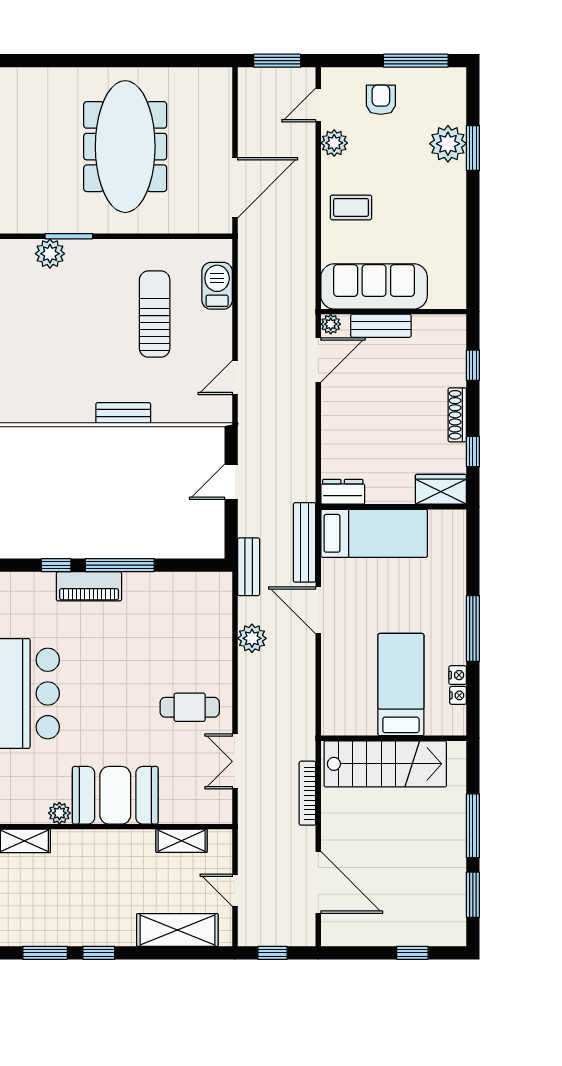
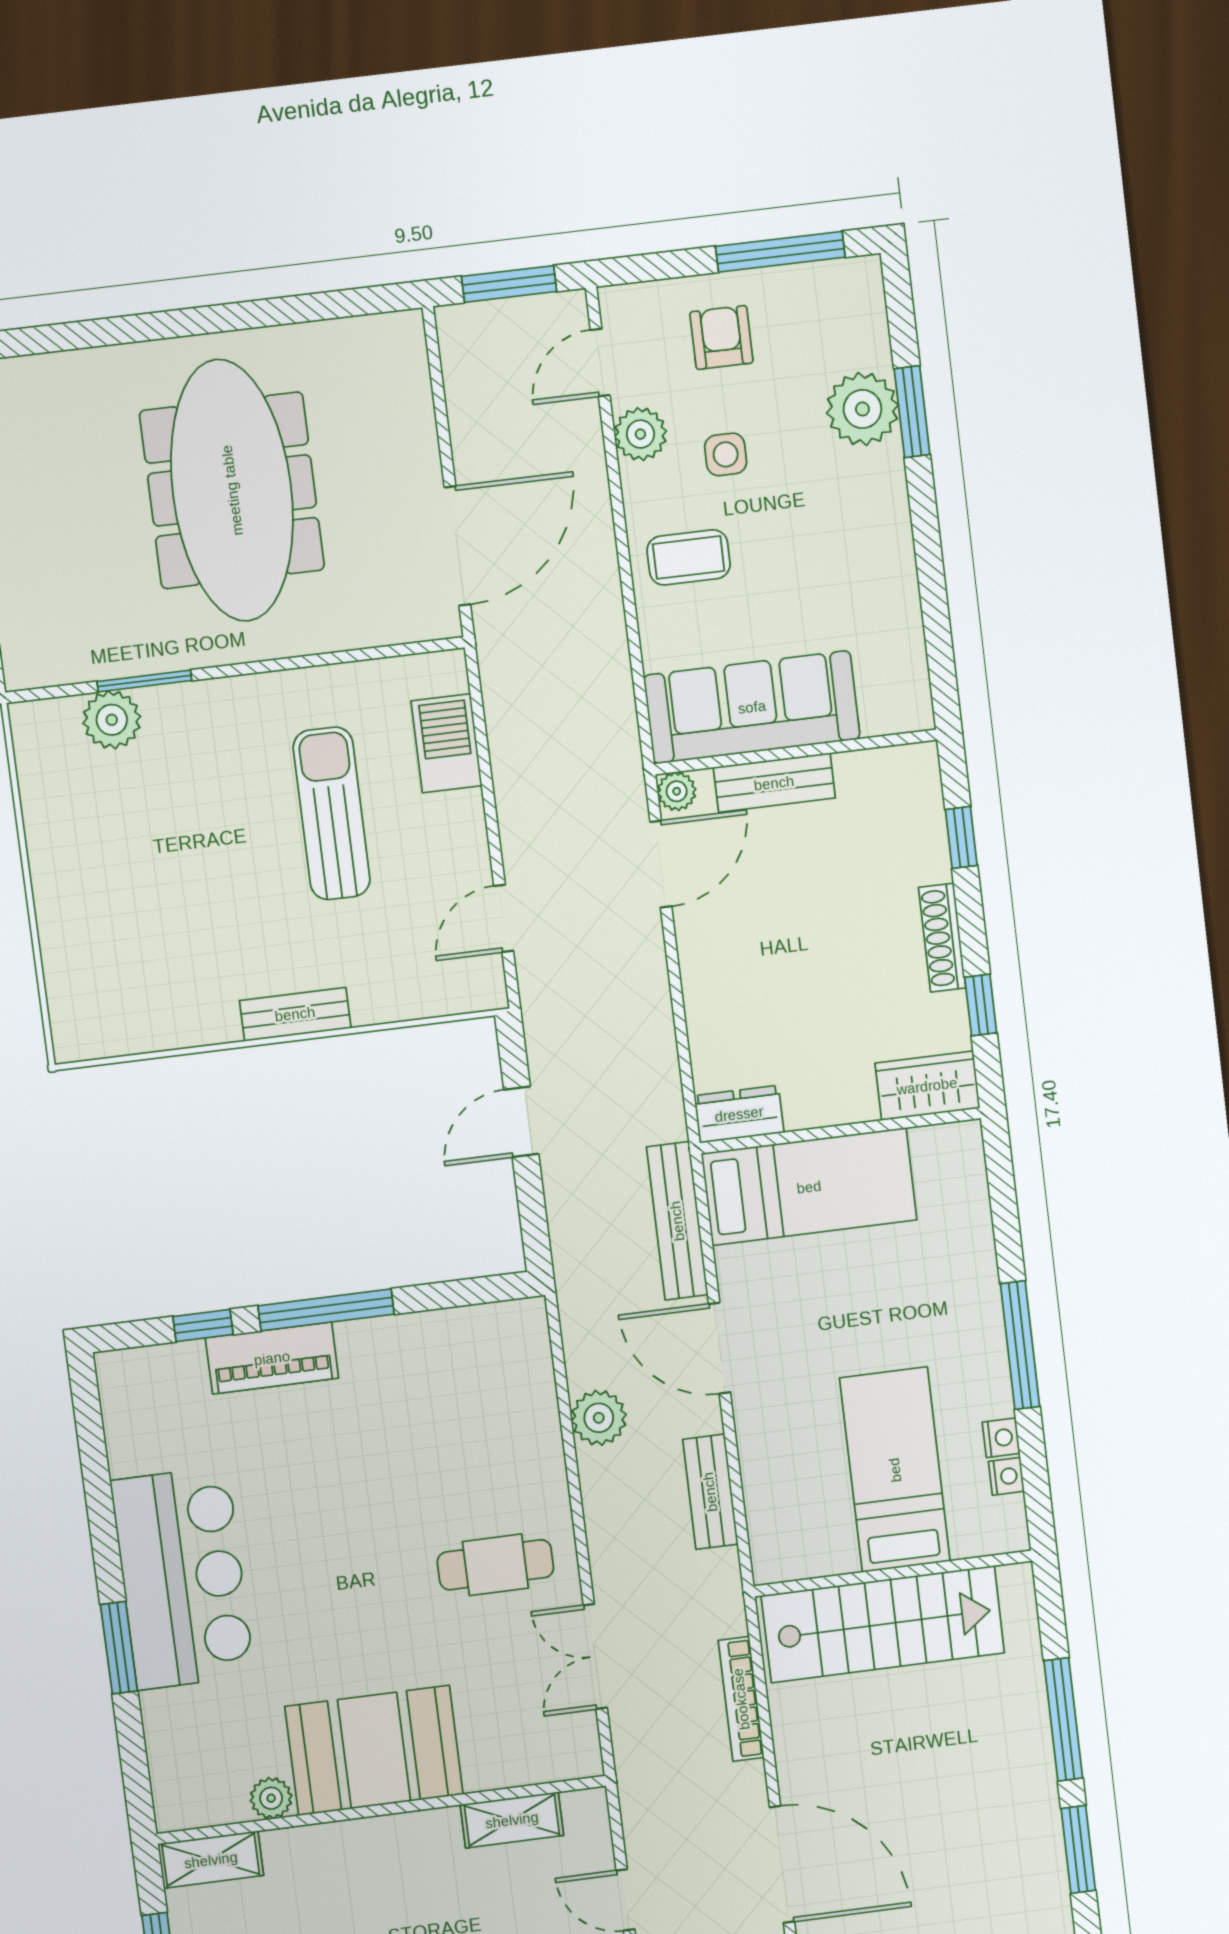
side table: (376, 158) -> (726, 454), added
bench: (249, 567) -> (710, 1492), moved

